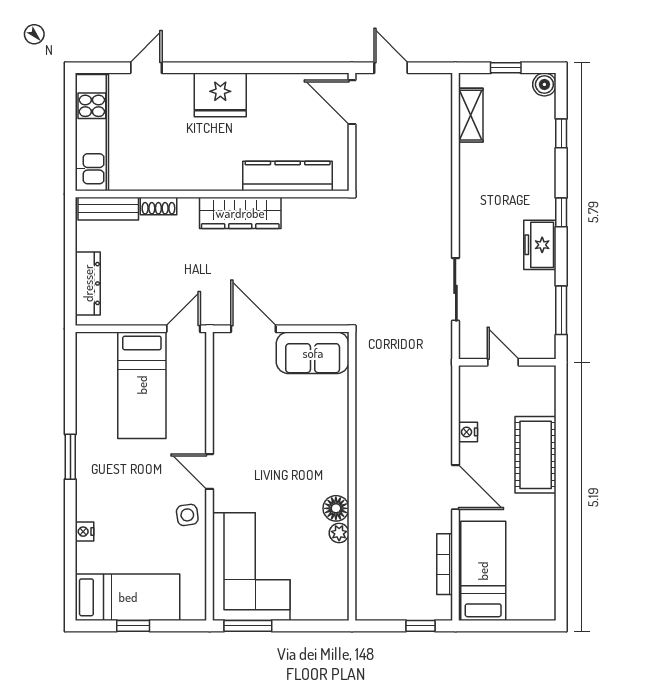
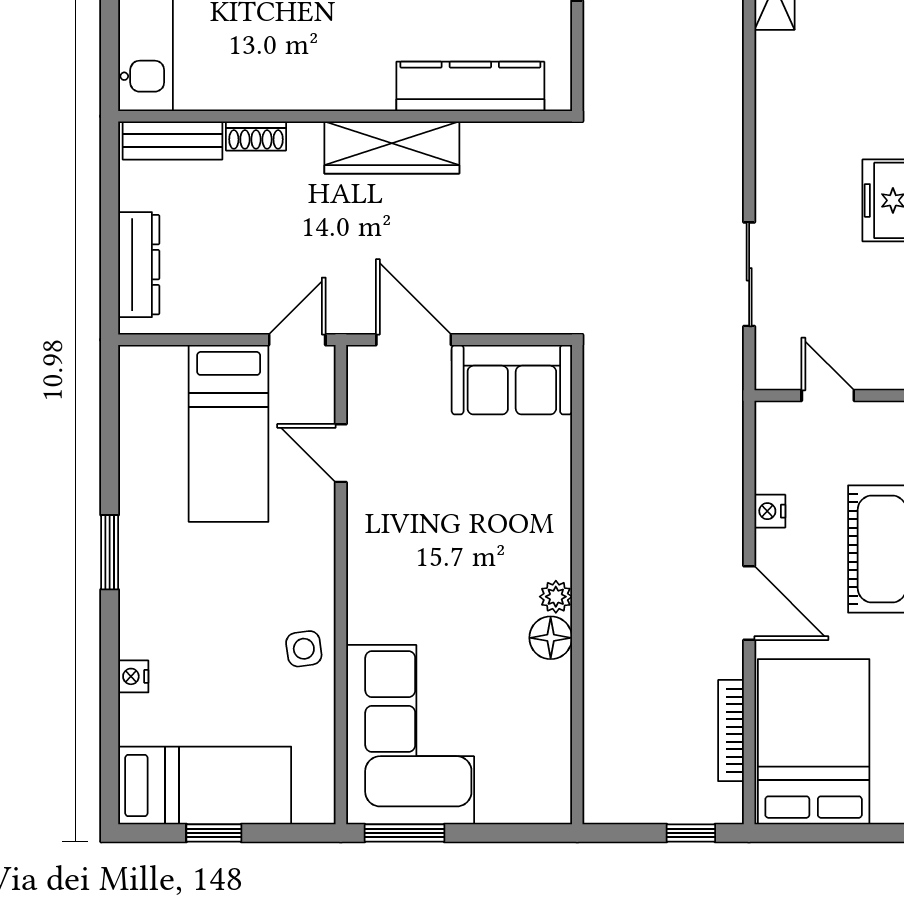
door: (210, 471) -> (341, 453), moved
plant: (339, 533) -> (556, 597), moved
bed: (483, 571) -> (814, 742), width x1.50

